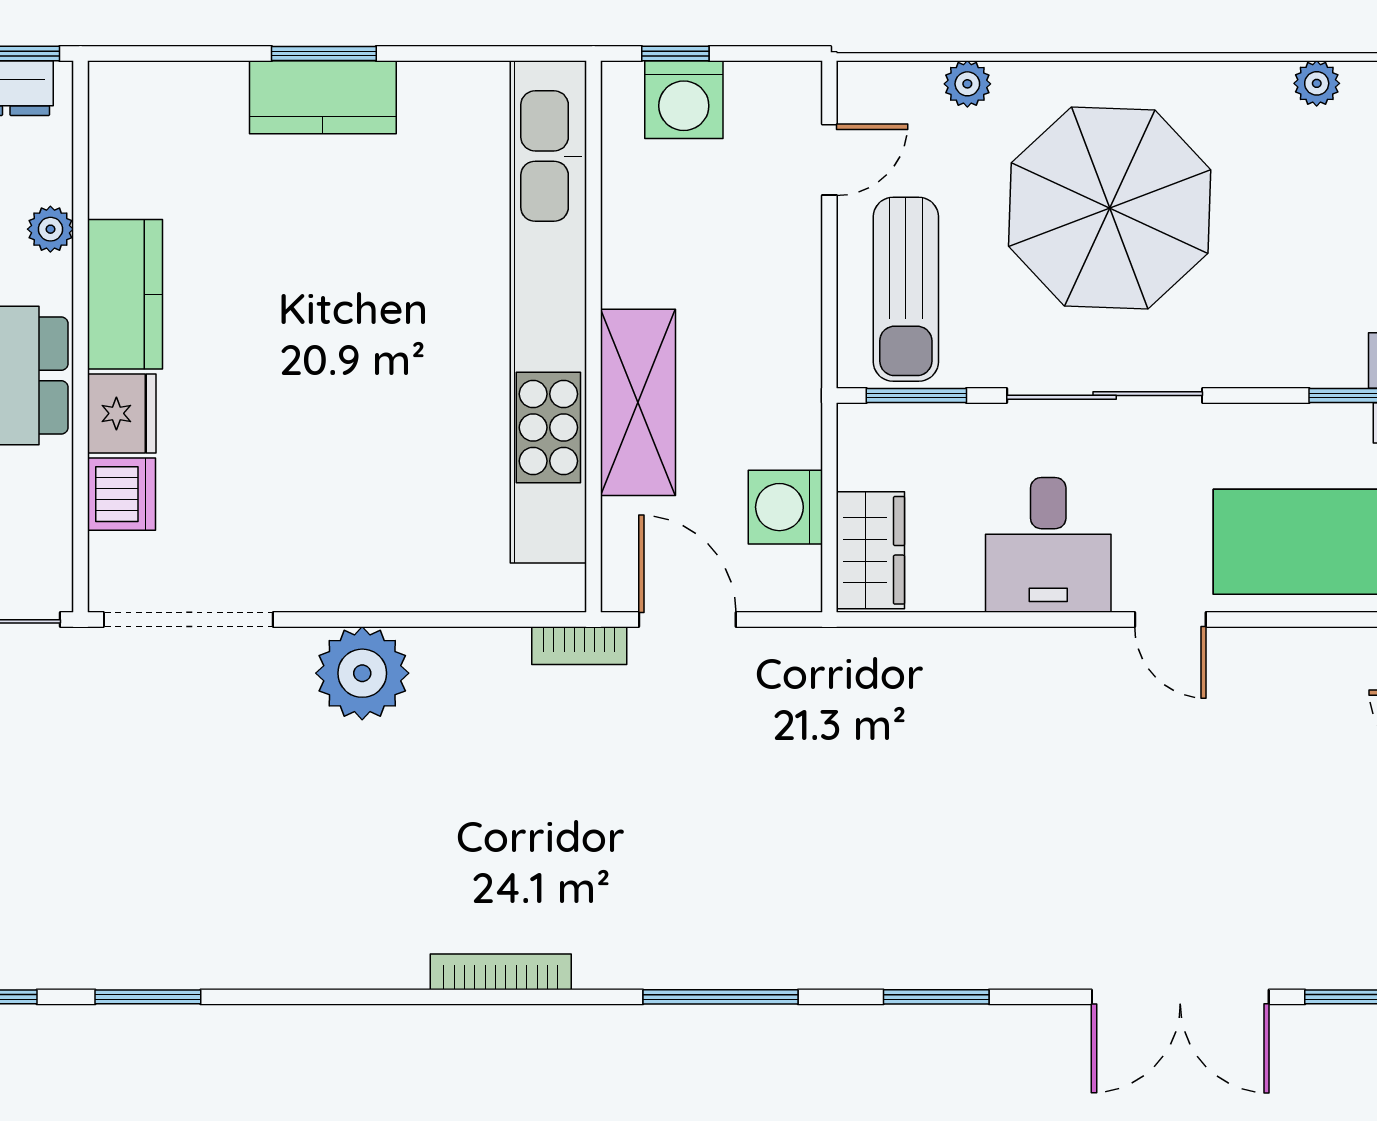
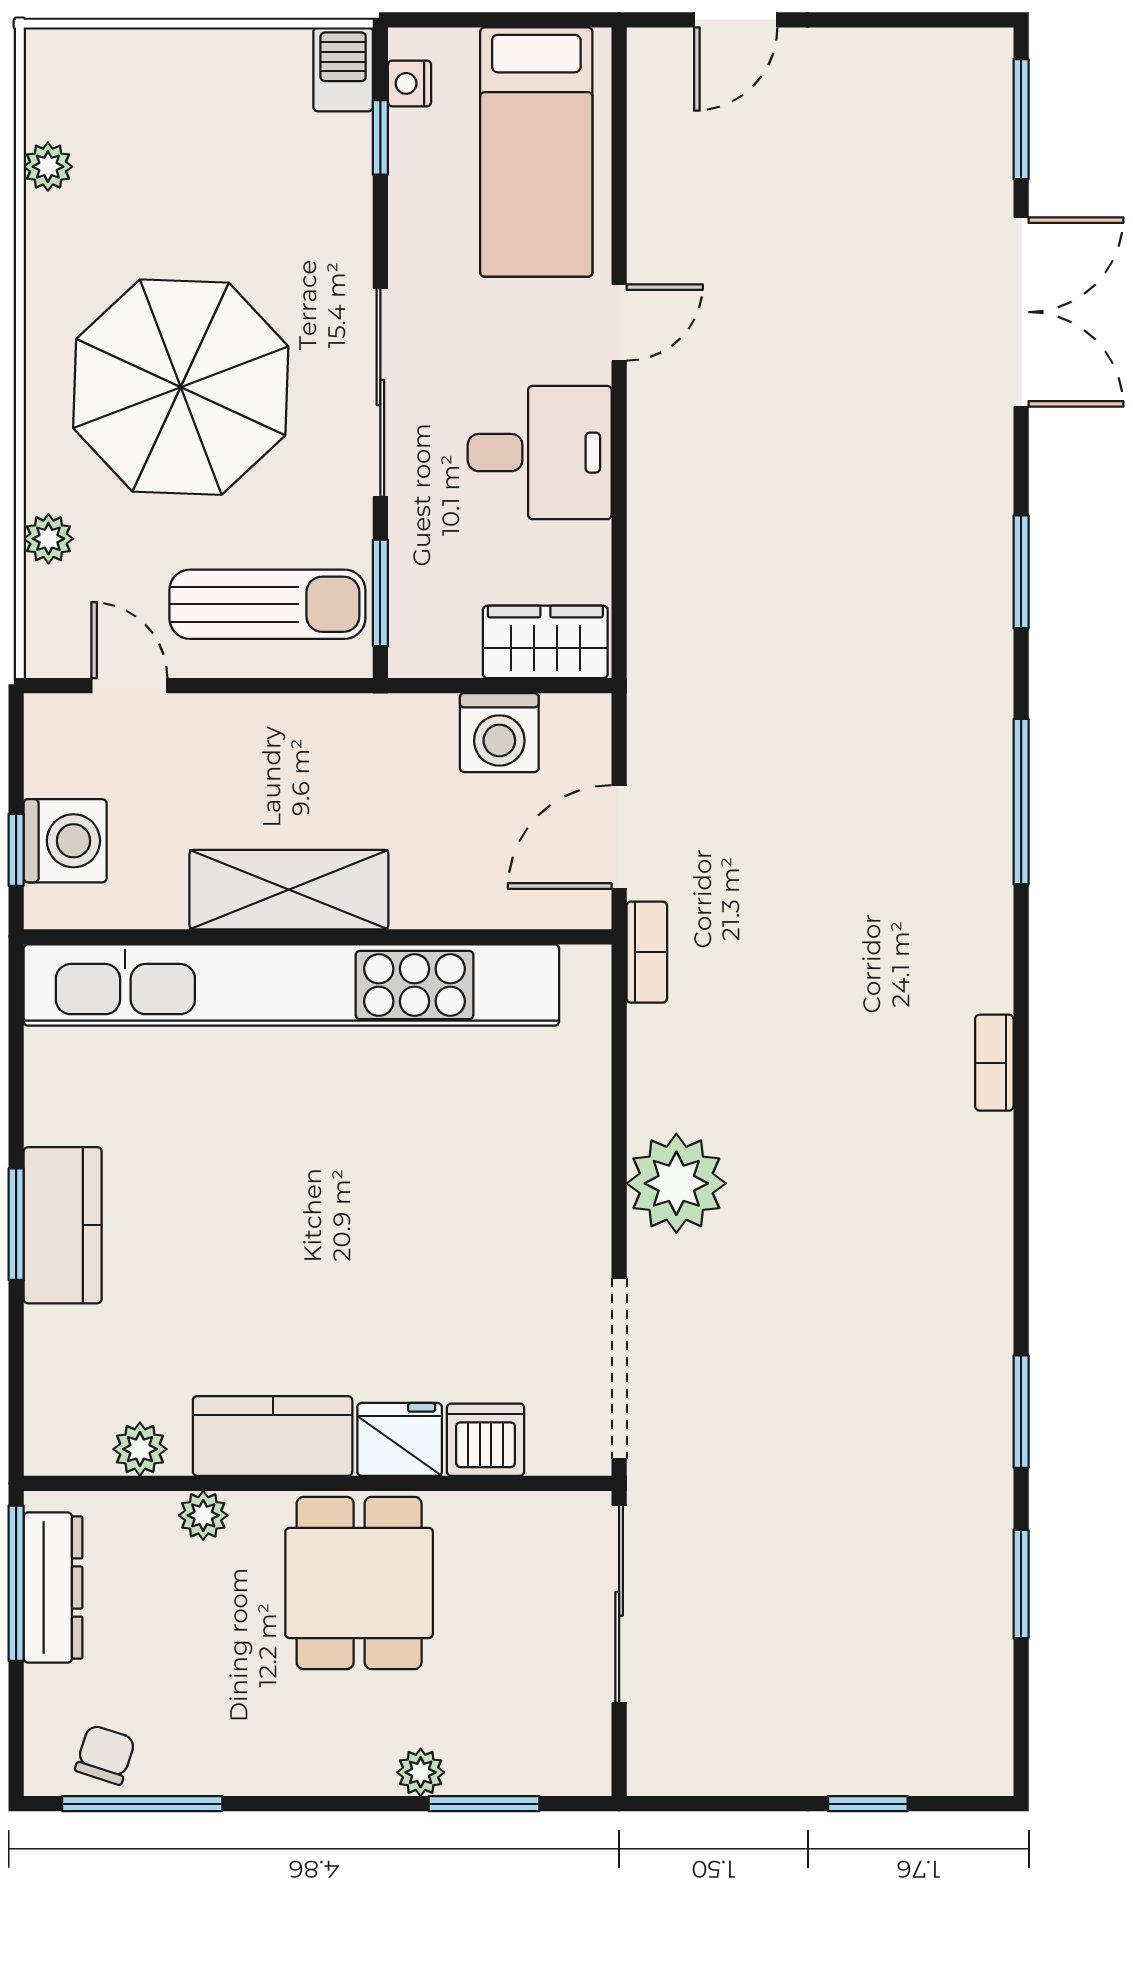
plant: (113, 170) -> (140, 1449), added
shelving: (638, 402) -> (289, 890), moved
bookcase: (501, 972) -> (994, 1063), width x0.64

